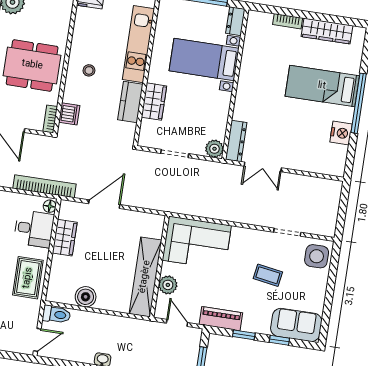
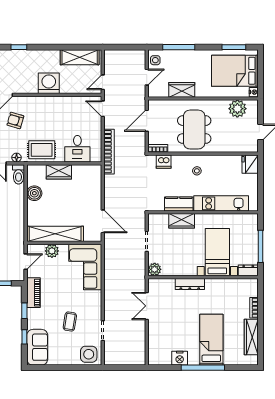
dresser: (236, 141) -> (190, 284), moved
door: (104, 204) -> (103, 221), moved
floor lamp: (50, 206) -> (17, 158), moved
wardrobe: (65, 238) -> (59, 172), moved

